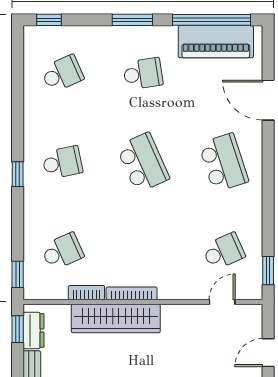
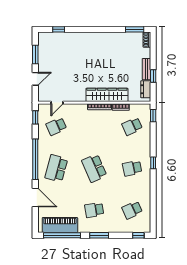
school desk: (224, 163) -> (56, 168), turned 33
window: (268, 182) -> (35, 159), added
window: (18, 329) -> (153, 76), moved

